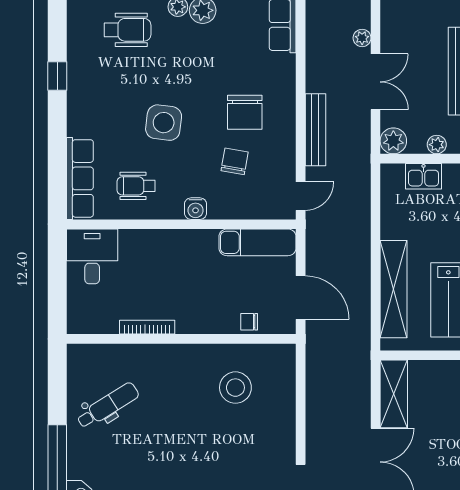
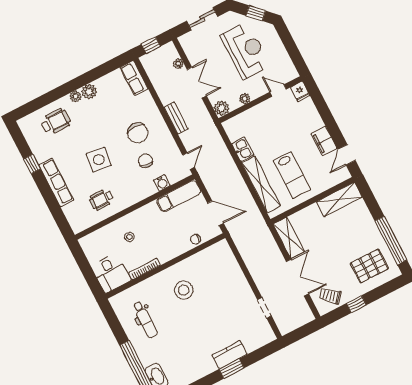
bench: (315, 130) -> (176, 118), width x0.73
kitchen sink: (423, 176) -> (243, 149), moved, turned -90
row of seats: (80, 178) -> (56, 183), moved
water cooler: (196, 209) -> (162, 183), moved
desk: (92, 256) -> (111, 273), moved, turned 180
stool: (149, 266) -> (129, 237), added
stool: (235, 388) -> (184, 290), moved
dental chair: (108, 406) -> (145, 320), turned 122

